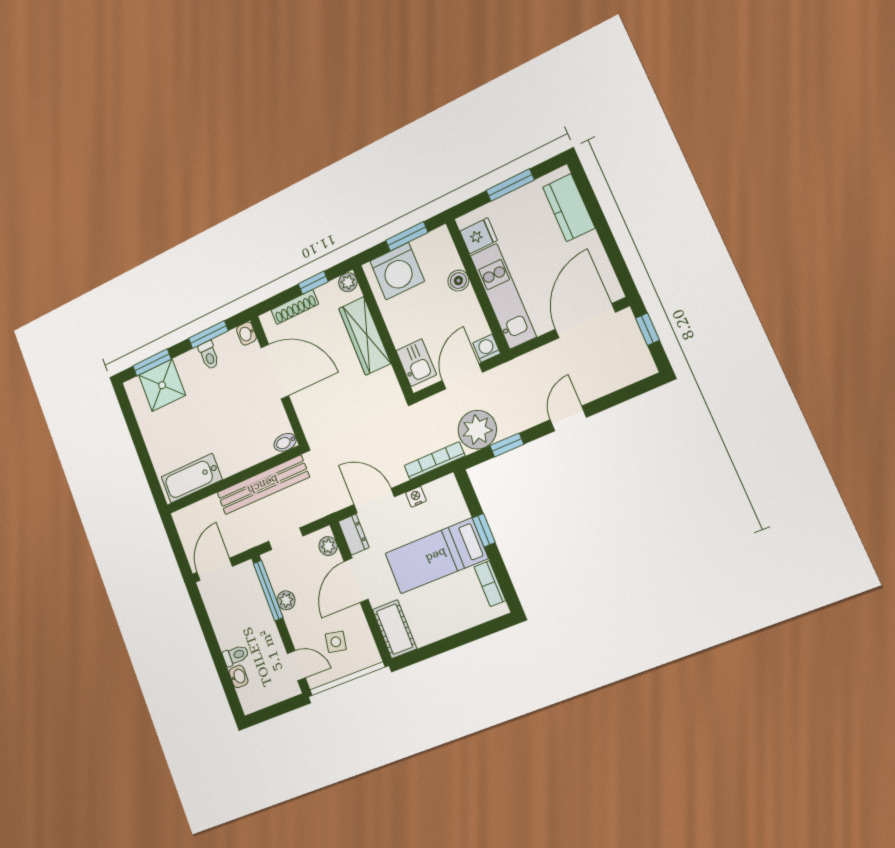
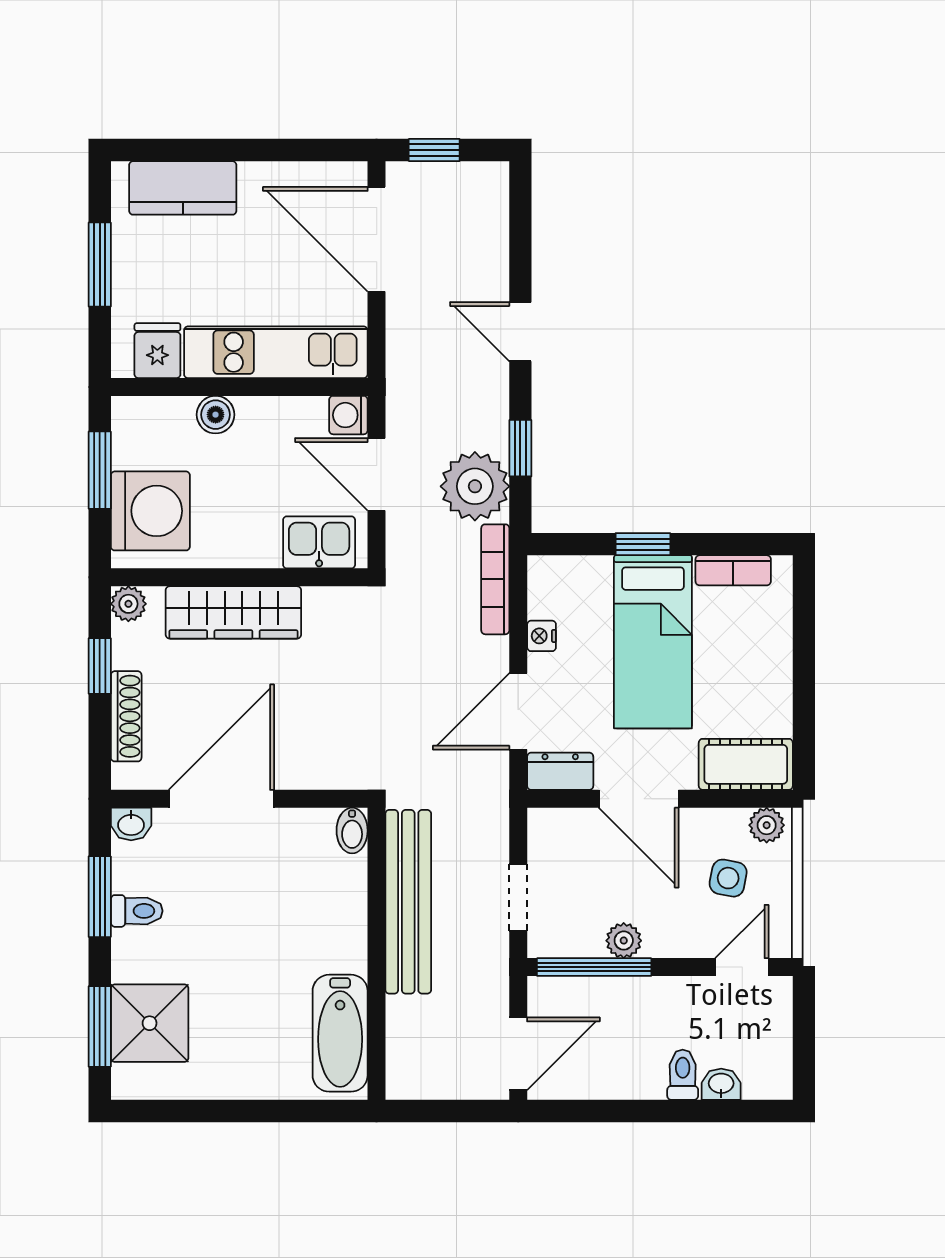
plant: (328, 546) -> (767, 825), moved
door: (215, 569) -> (518, 1054), swing flipped

